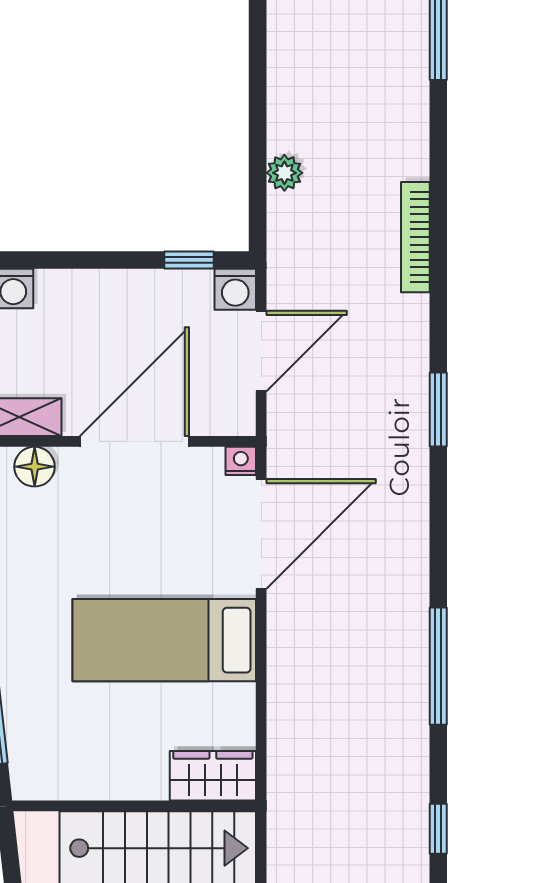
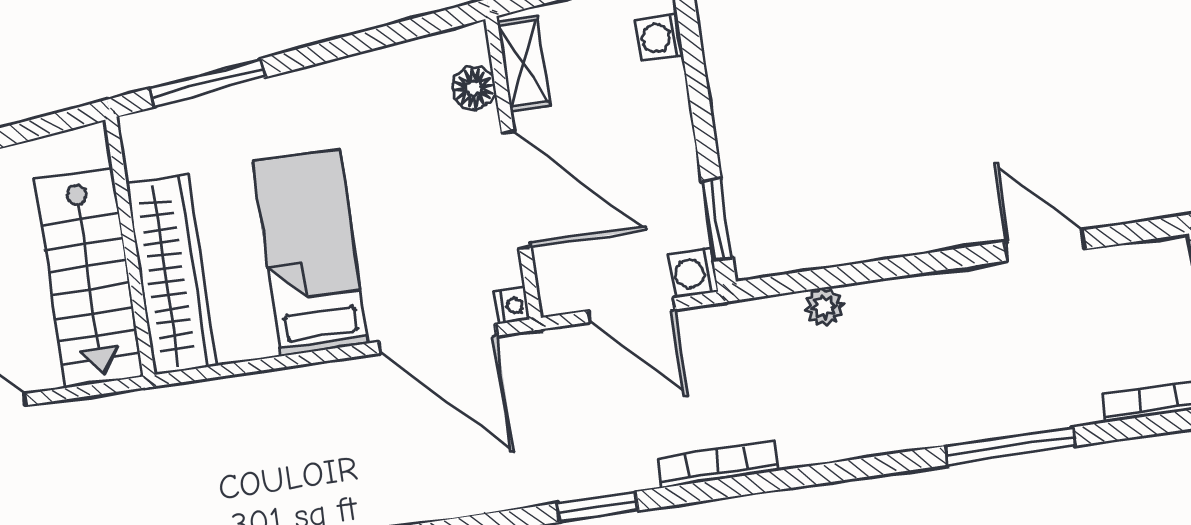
bookcase: (415, 237) -> (718, 464), moved
window: (189, 260) -> (717, 219), width x1.50
wardrobe: (213, 776) -> (171, 275), width x2.10, depth x1.17

